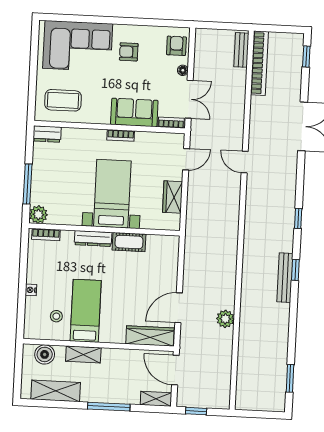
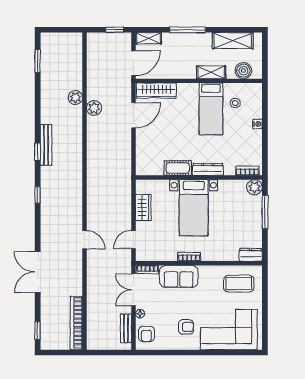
bench: (241, 50) -> (126, 328), moved
plant: (247, 332) -> (75, 98), added
door: (175, 370) -> (134, 63), hinge flipped

